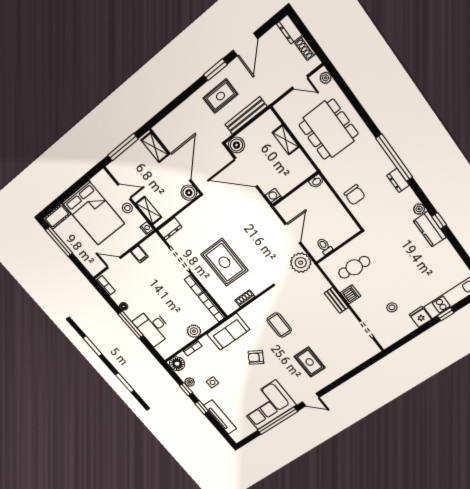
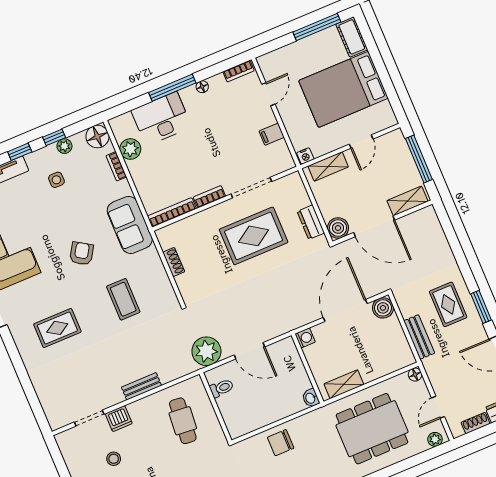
floor lamp: (280, 107) -> (415, 375), added
bench: (246, 115) -> (419, 337), width x0.73
shelving: (286, 140) -> (344, 384), moved
stool: (127, 208) -> (339, 139), removed
dresser: (170, 229) -> (311, 222), moved
rug: (224, 262) -> (254, 236), moved
dishwasher: (350, 294) -> (119, 419), moved
coffee table: (279, 325) -> (123, 299), turned 90
plant: (194, 331) -> (130, 149), moved

